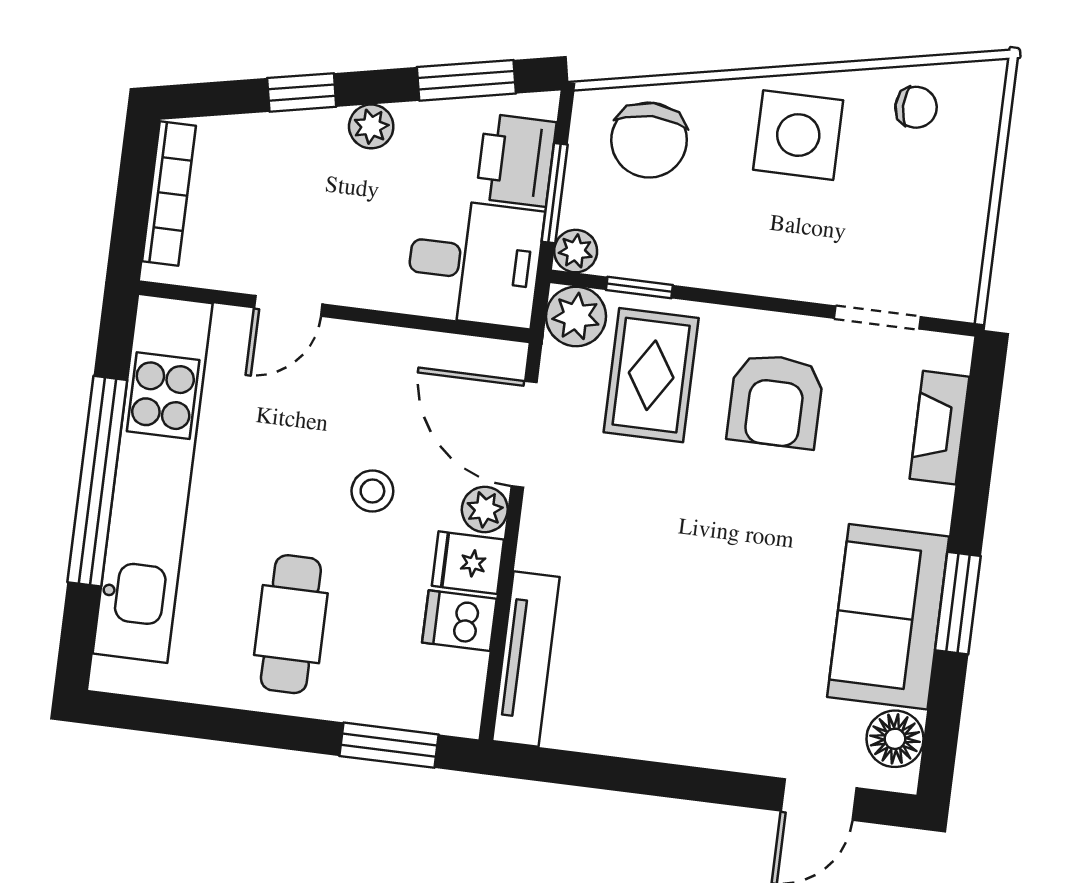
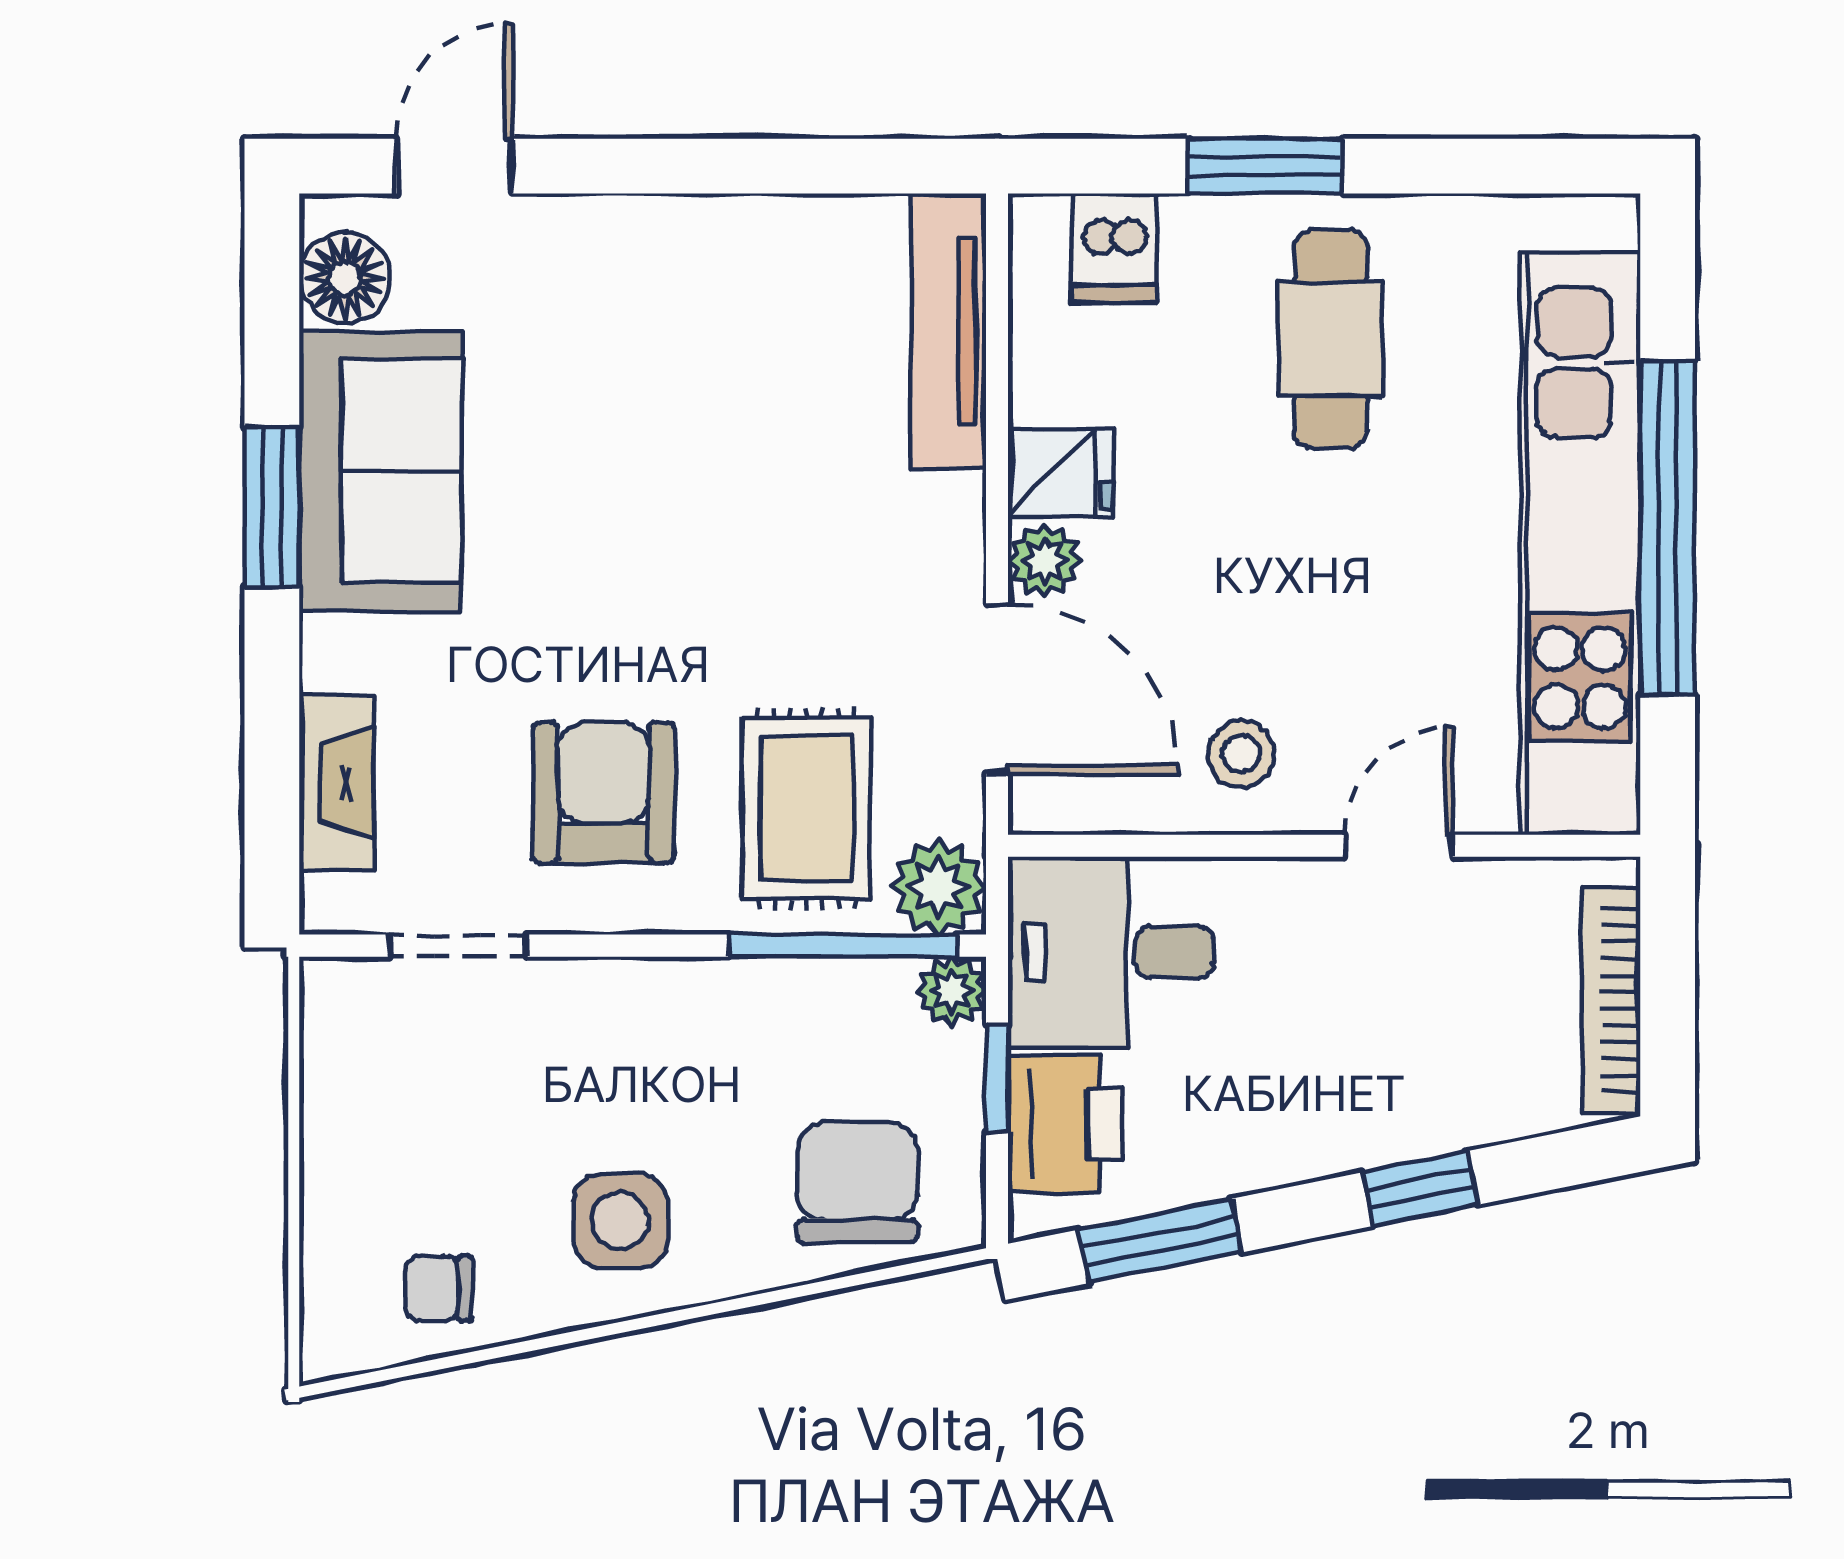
plant: (371, 126) -> (1303, 1148), removed
side table: (798, 135) -> (621, 1221), width x0.73, depth x0.73
window: (555, 193) -> (997, 1079), width x0.67
window: (639, 287) -> (843, 946), width x2.17
stool: (372, 491) -> (1241, 754), moved
dishwasher: (459, 621) -> (1114, 248), moved, turned 90
window: (389, 745) -> (1265, 166), moved

